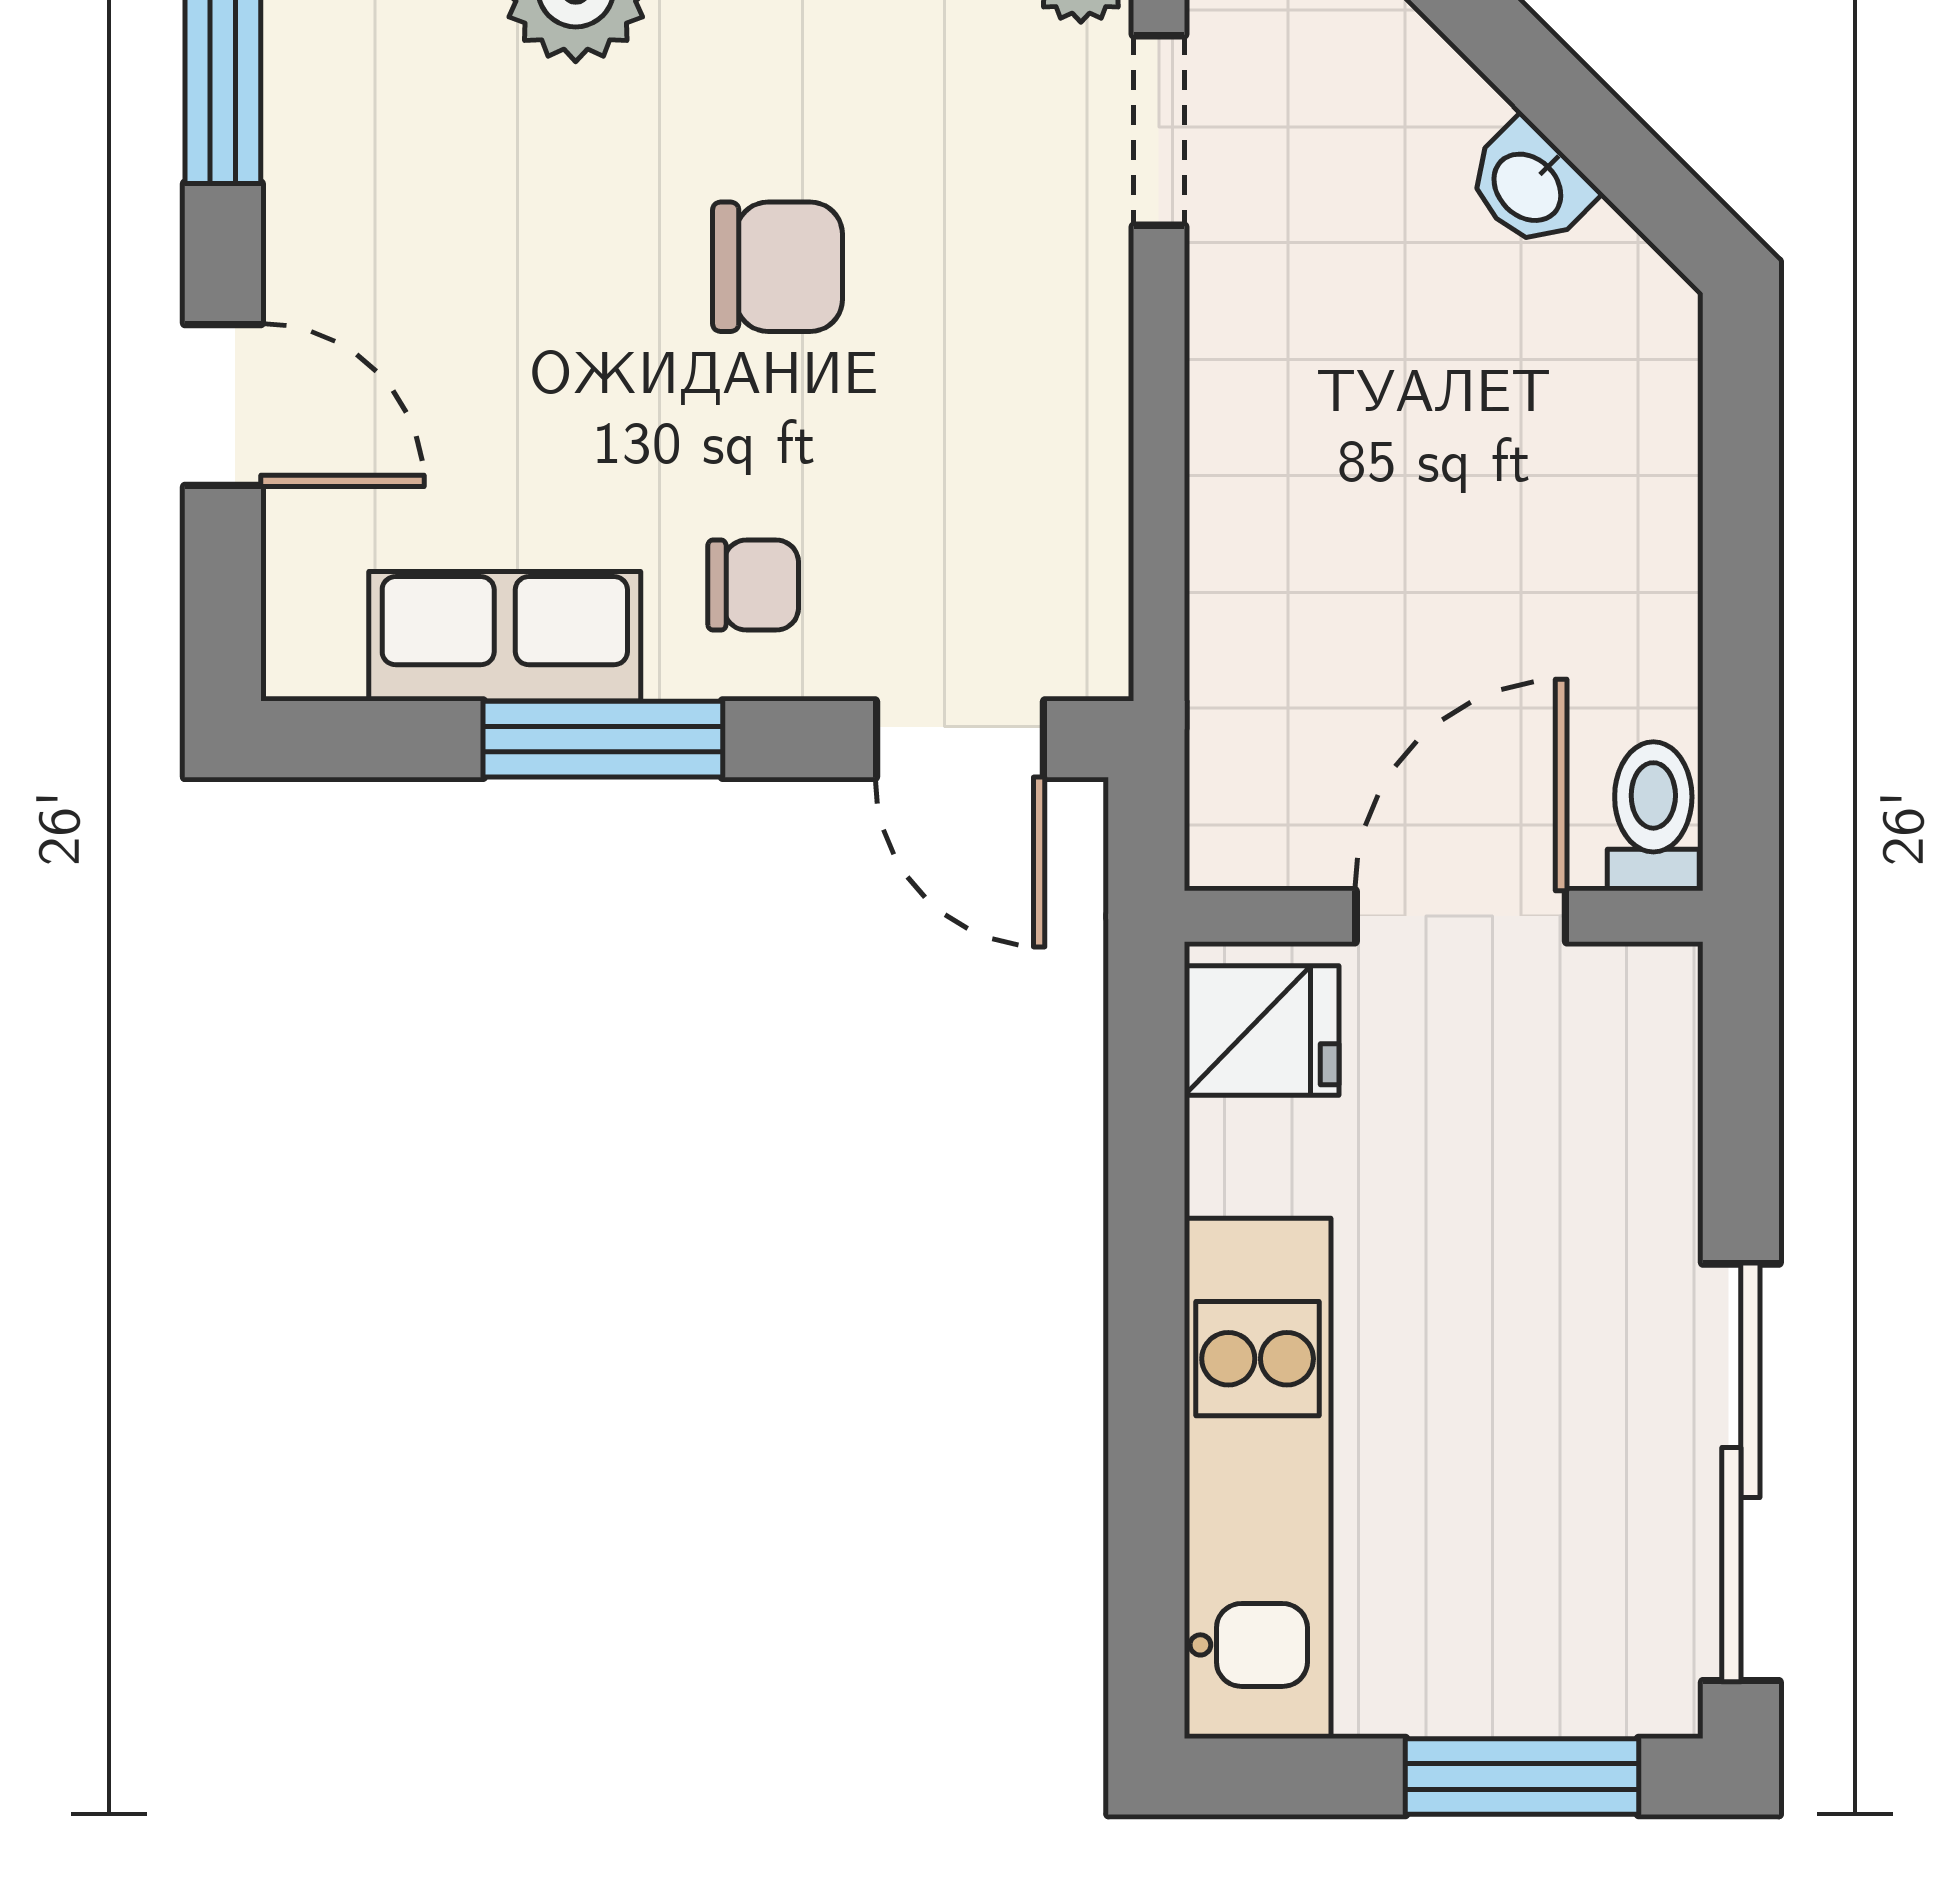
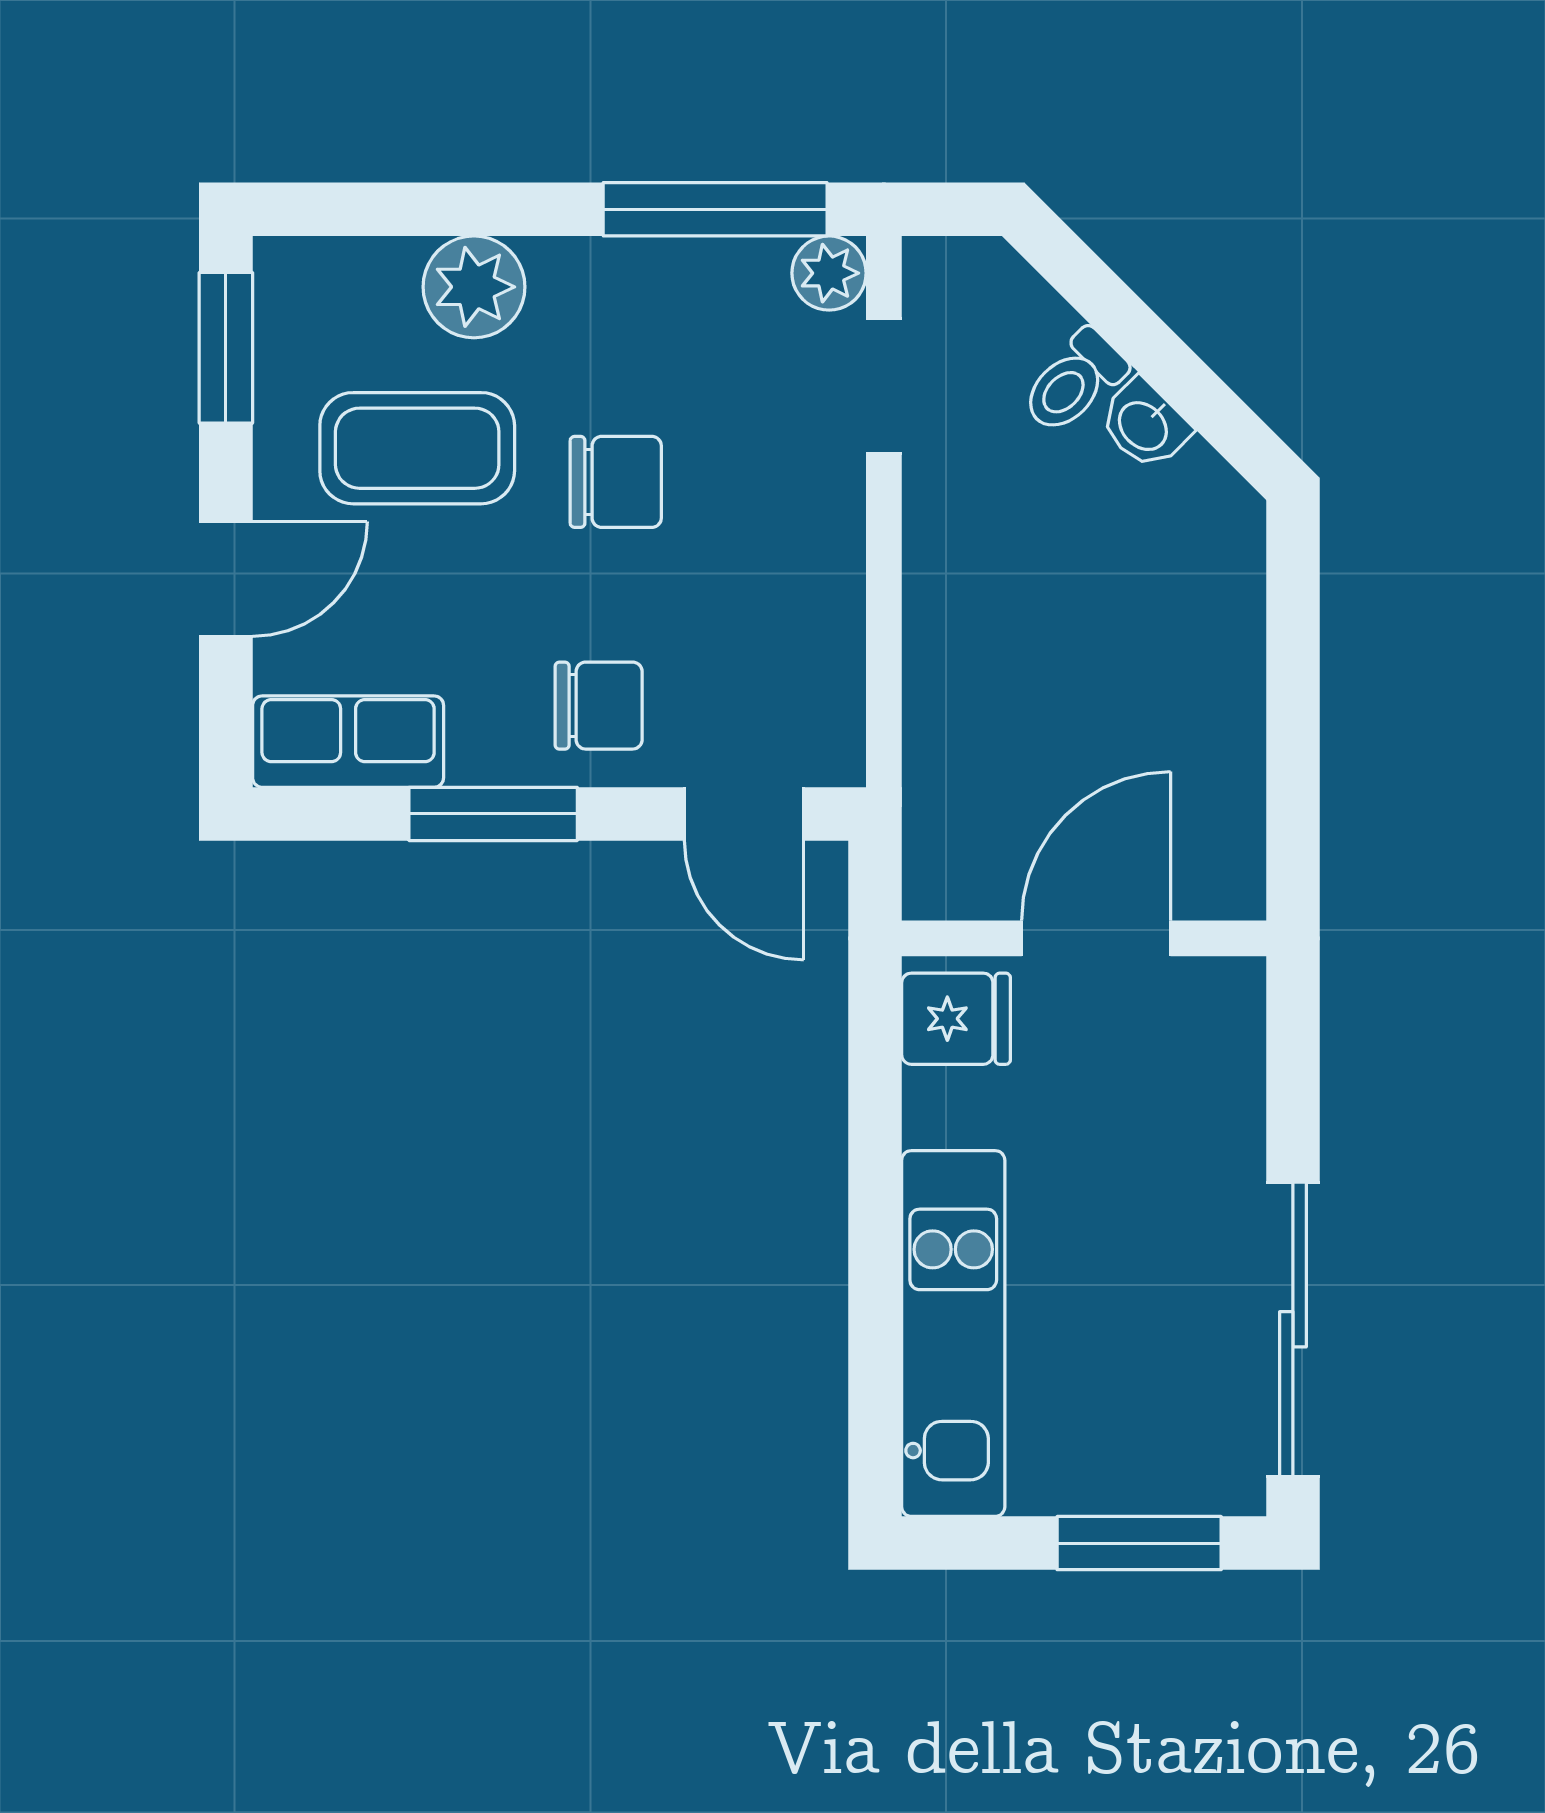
coffee table: (495, 219) -> (417, 448), added
door: (223, 405) -> (226, 579), hinge flipped
chair: (753, 585) -> (599, 706), width x1.37, depth x1.37
row of seats: (505, 636) -> (348, 742), moved
toilet: (1653, 816) -> (1074, 382), moved, turned -135

